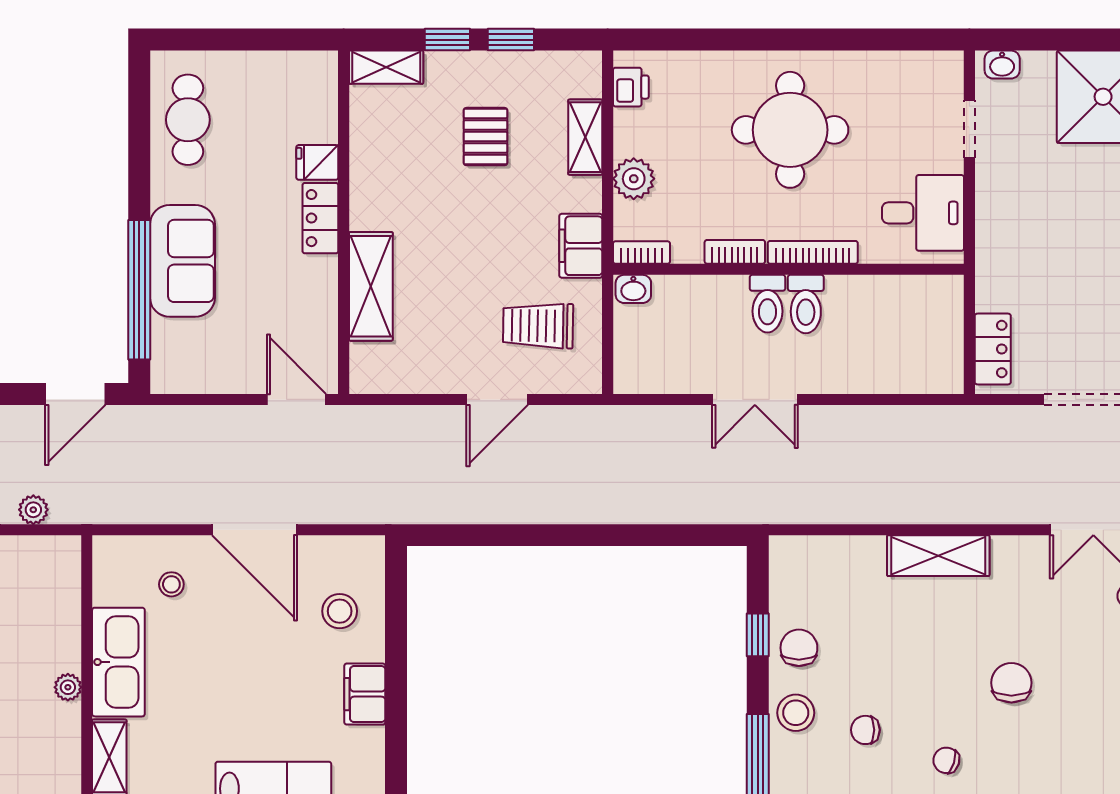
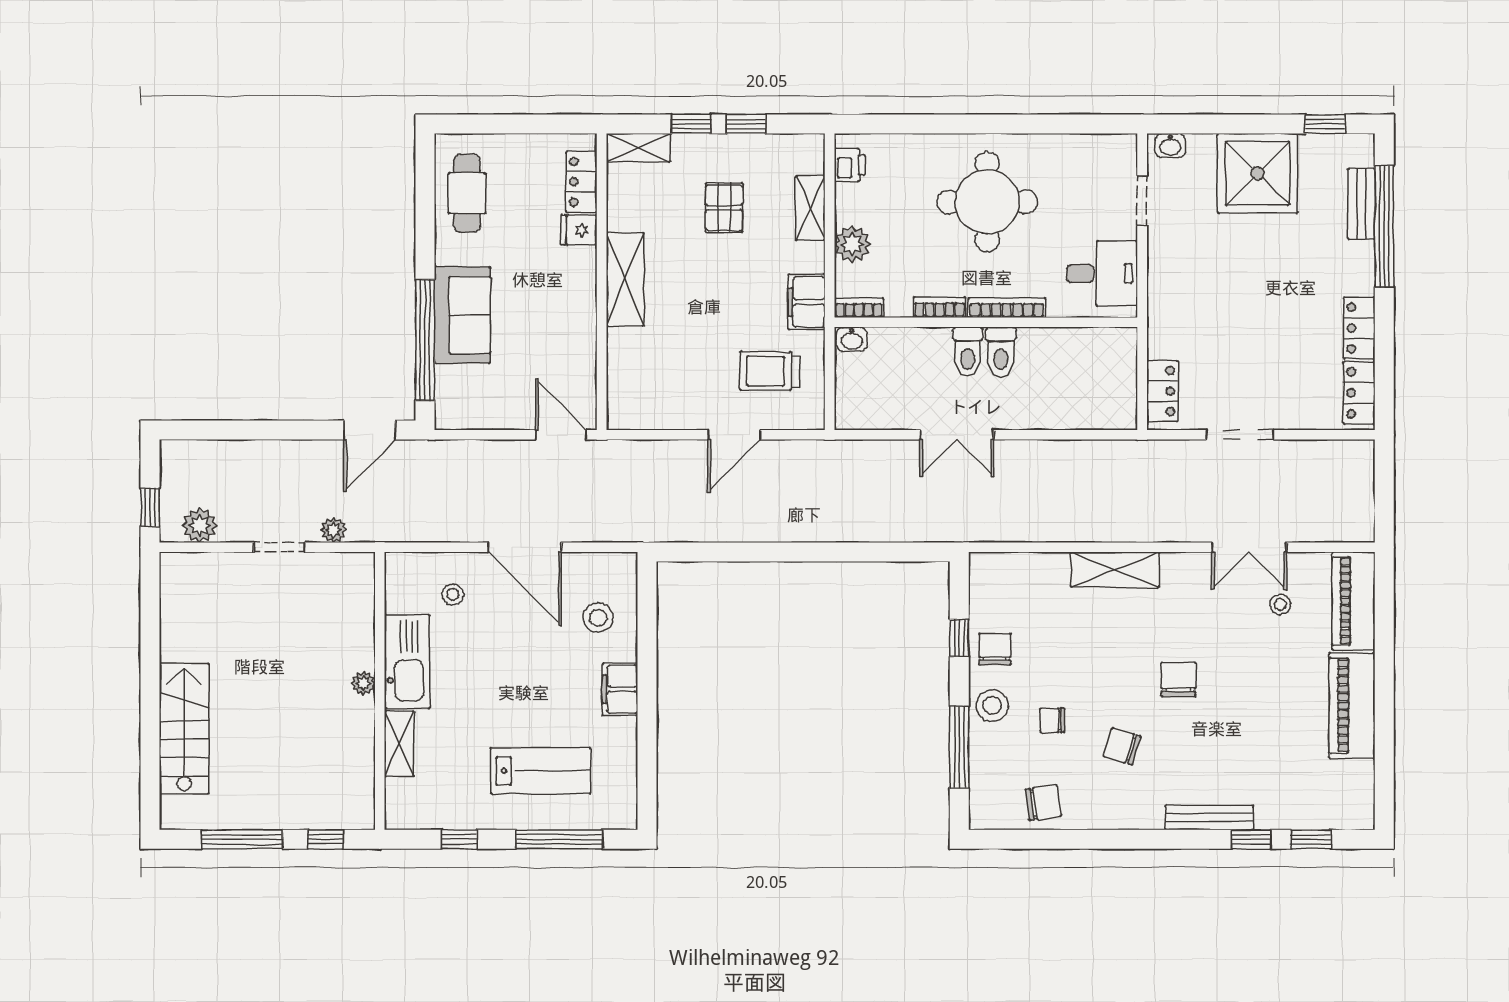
locker: (320, 218) -> (581, 182), moved
shelving: (371, 286) -> (625, 279), moved
chair: (946, 760) -> (1122, 746), width x1.37, depth x1.37

